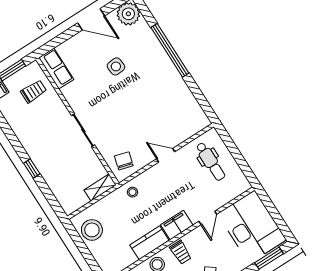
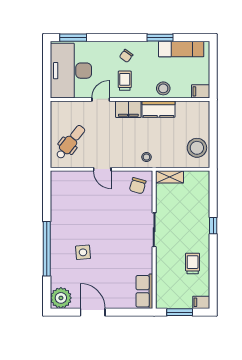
side table: (116, 66) -> (83, 252), moved
trolley: (34, 91) -> (193, 264), moved, turned 90
dental chair: (211, 161) -> (70, 142), turned 38
trolley: (181, 252) -> (125, 81), moved

